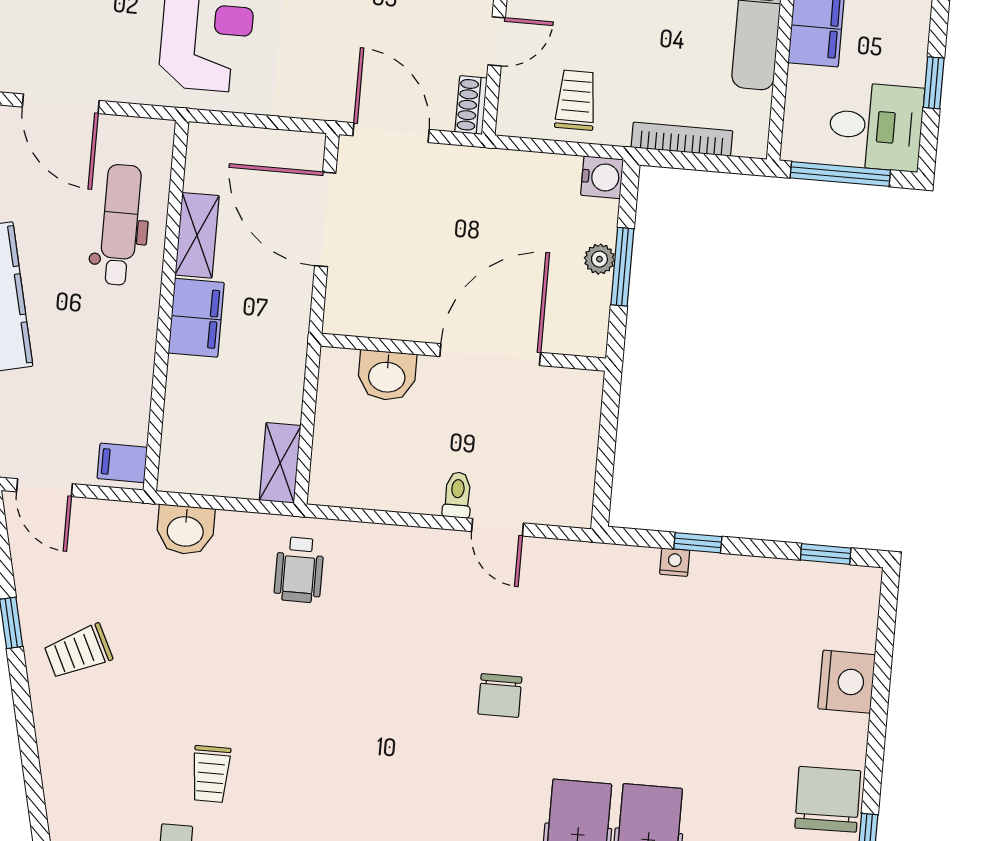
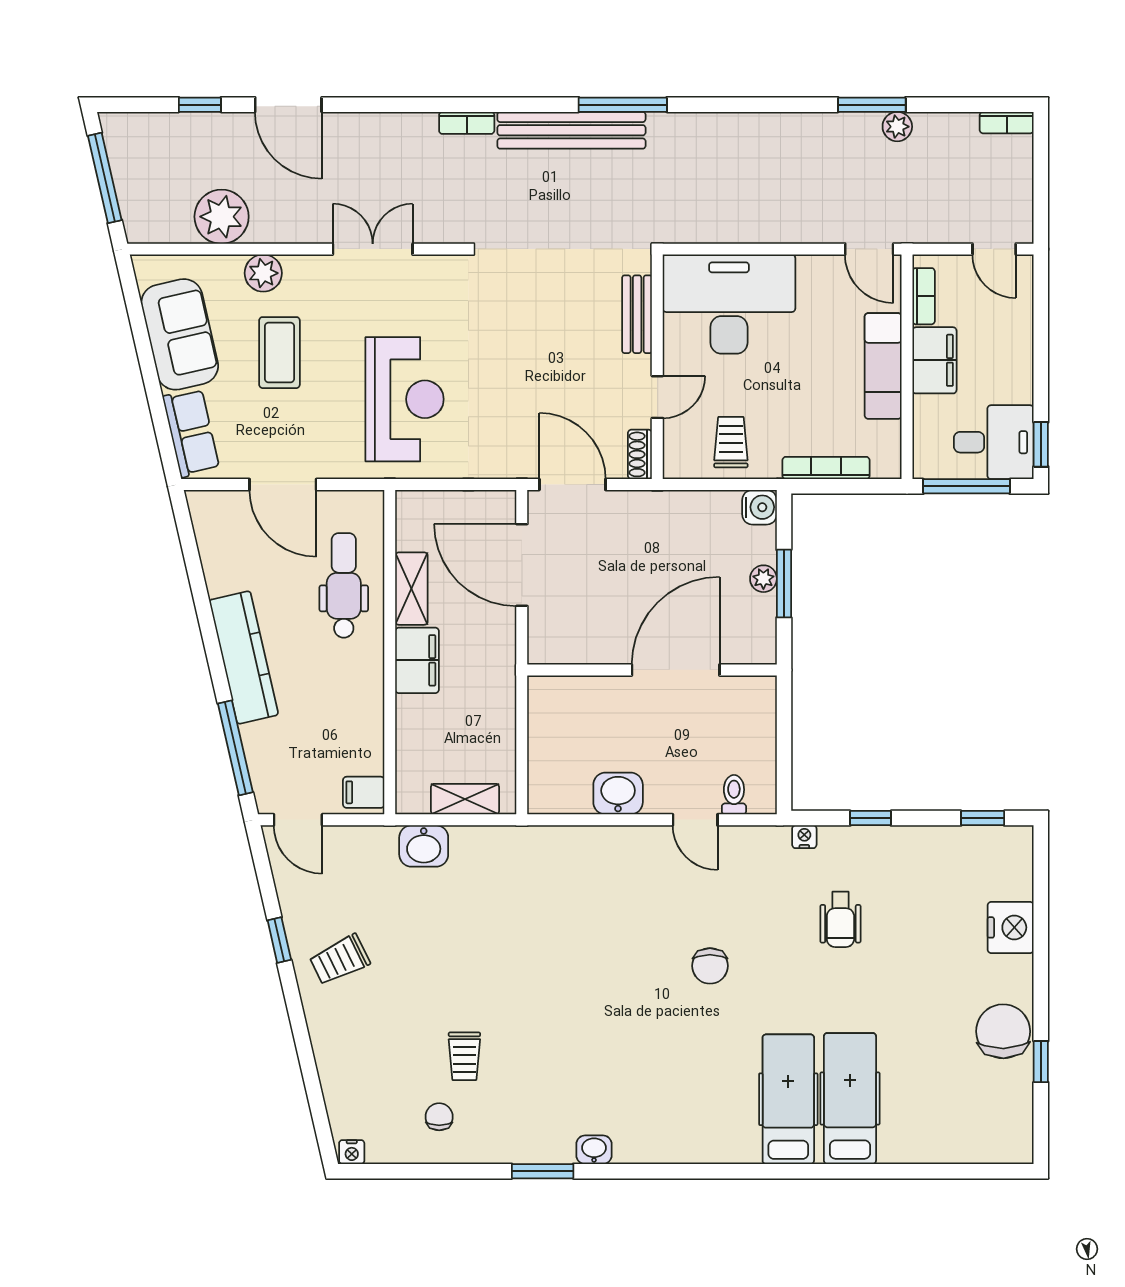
window: (934, 83) -> (1041, 444), moved
washbasin: (387, 376) -> (618, 794), moved, turned 180
shelving: (280, 463) -> (465, 799), moved, turned 90
toilet: (457, 495) -> (734, 795), moved
nightstand: (675, 562) -> (804, 837), moved
wheelchair: (299, 570) -> (840, 919), moved

